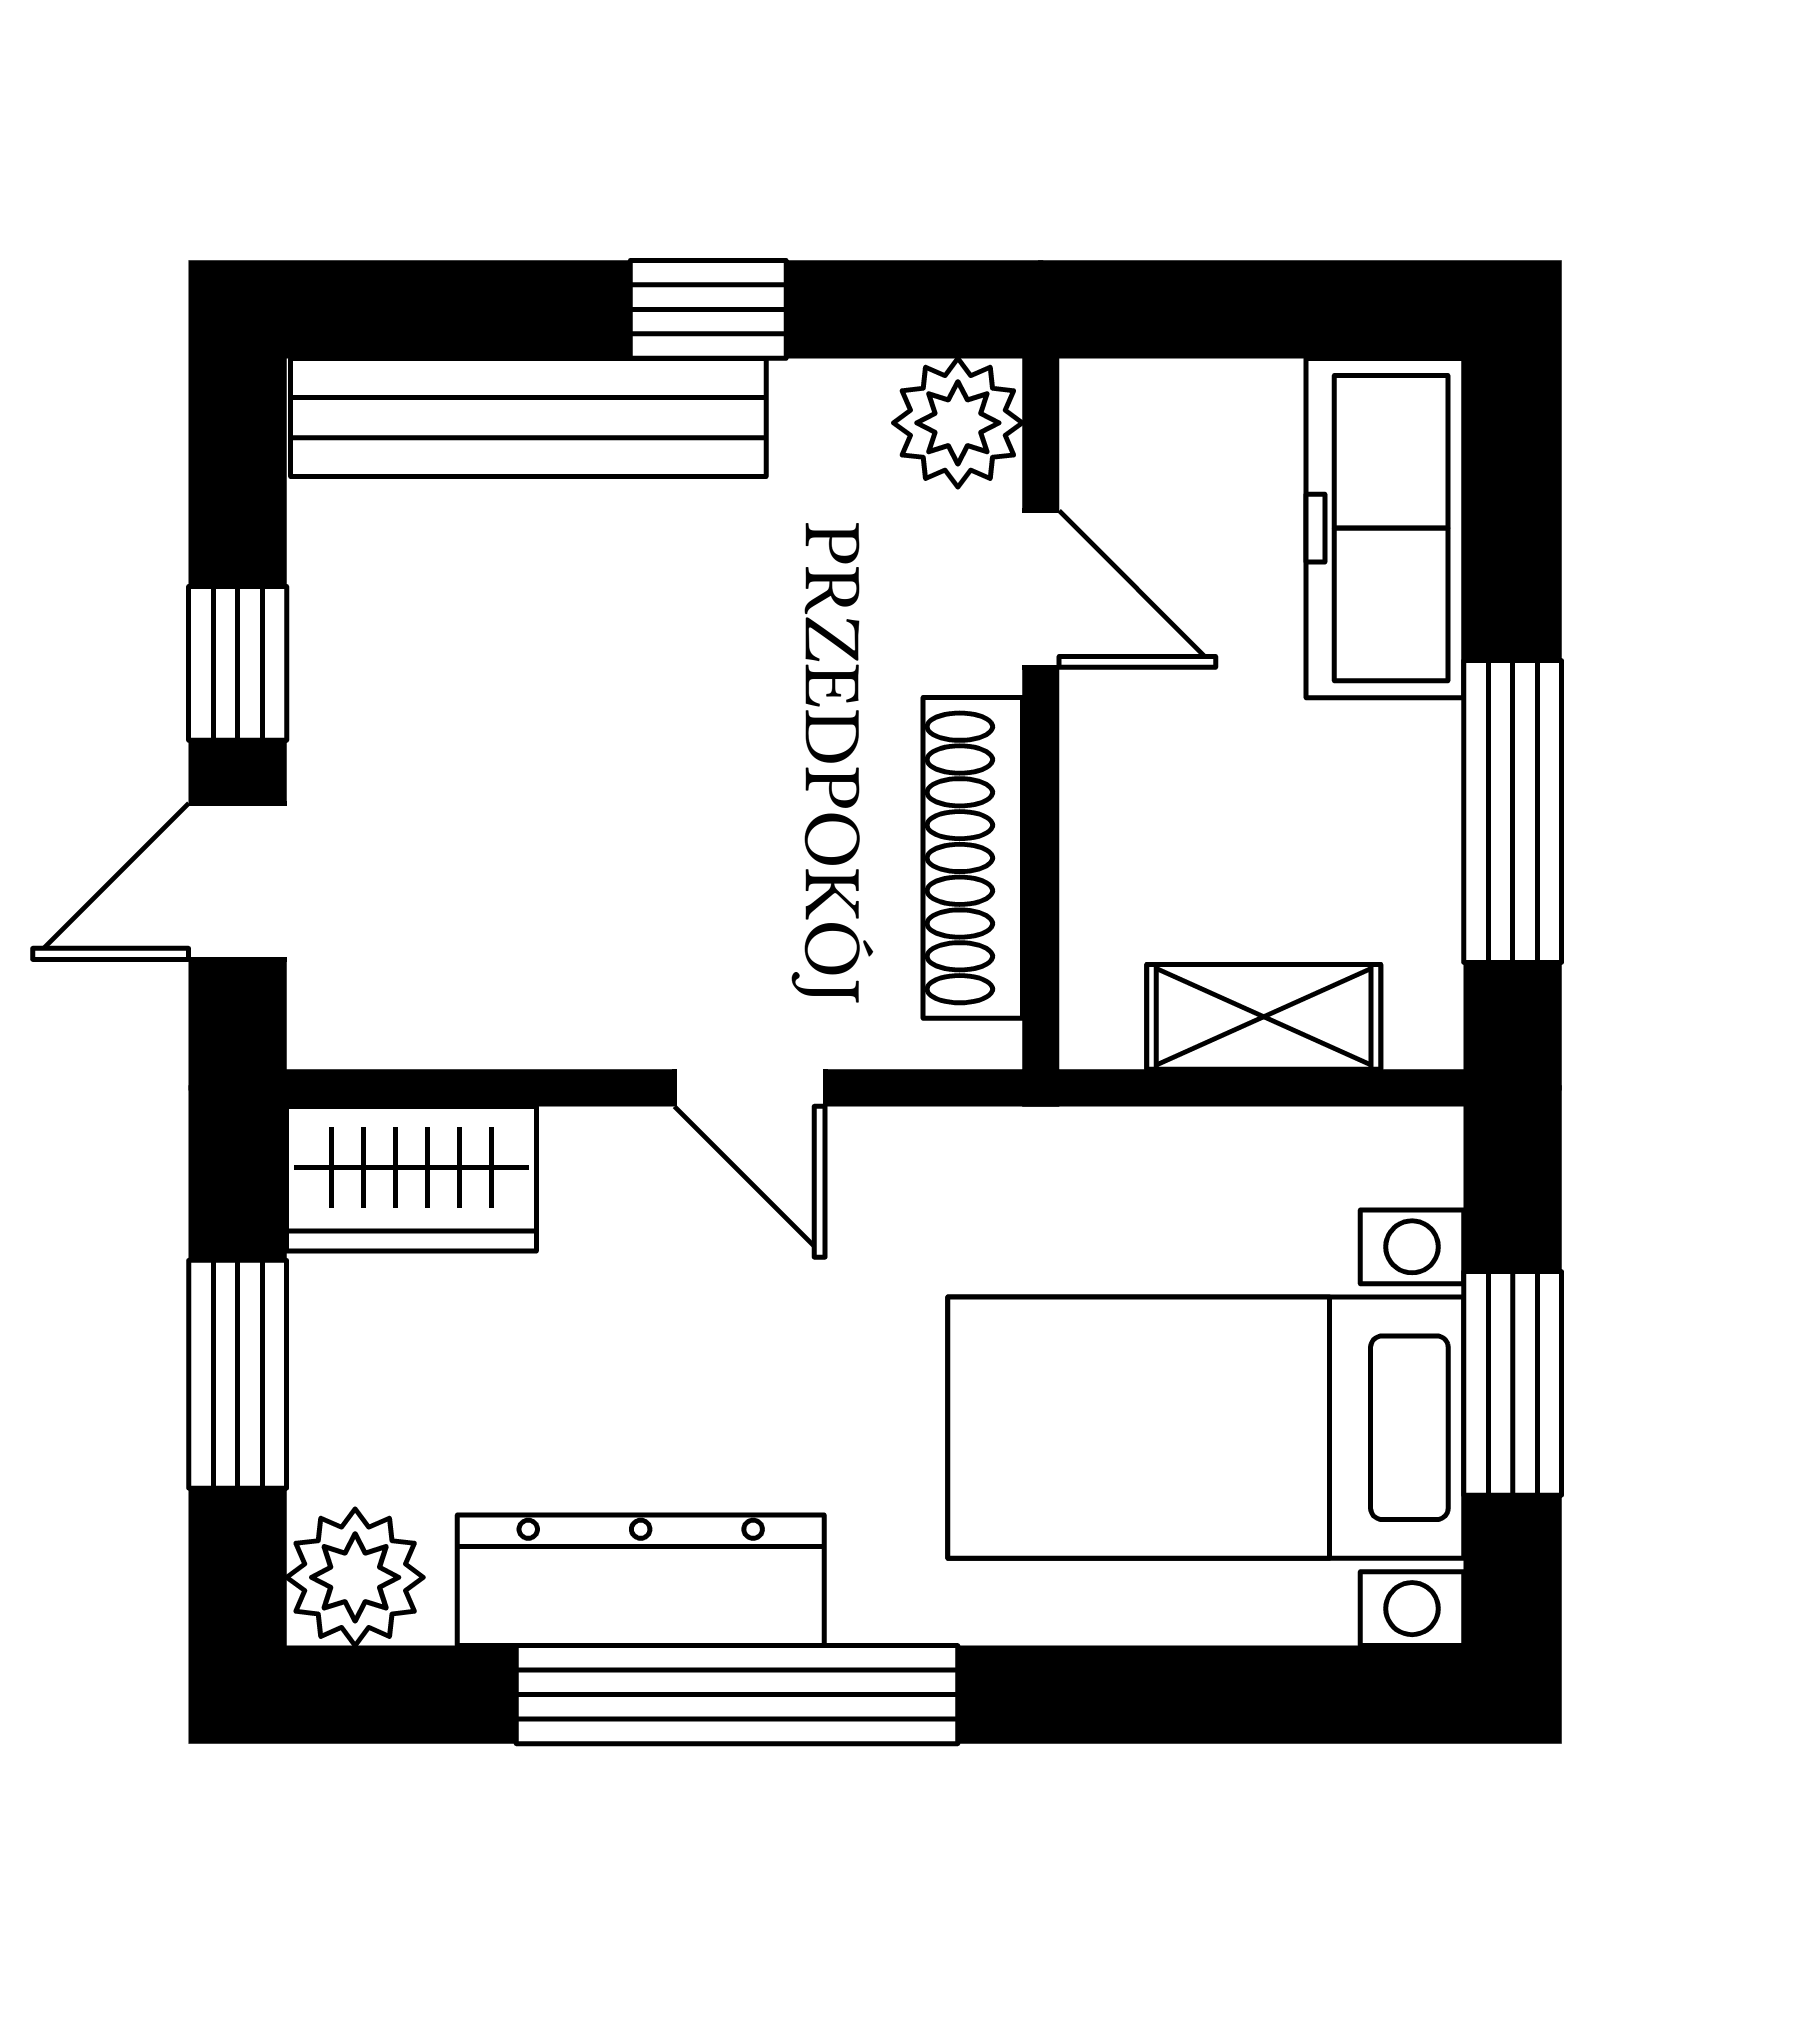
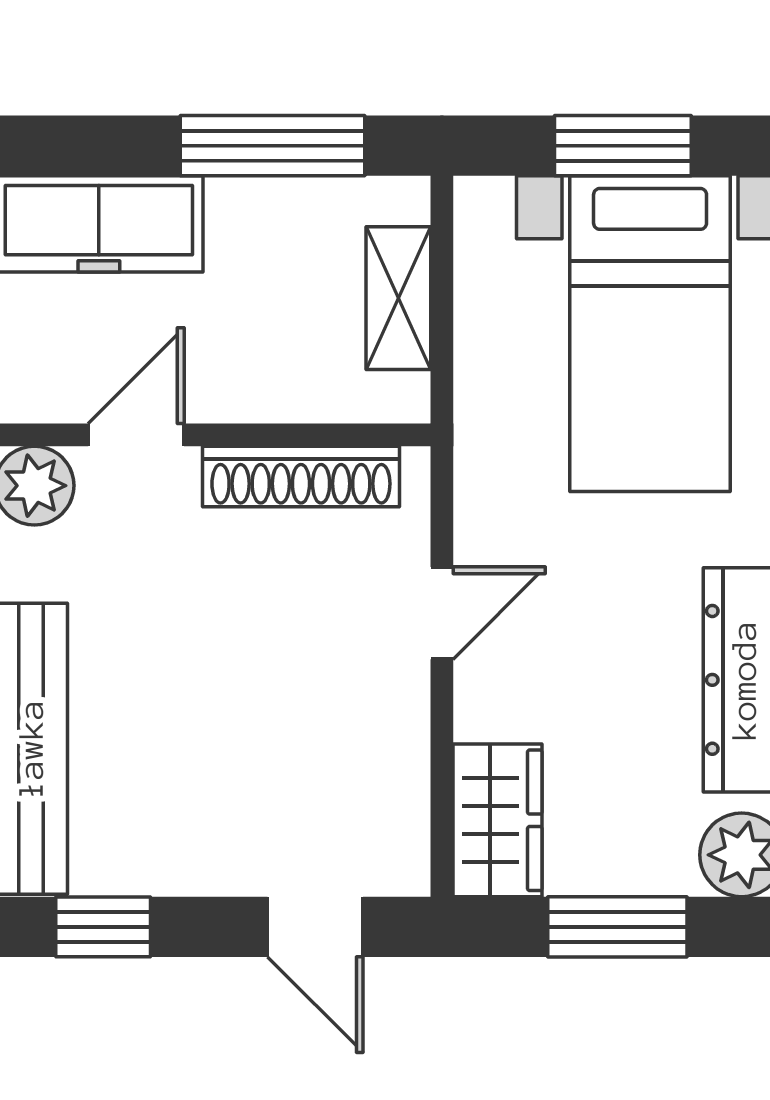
window: (238, 663) -> (103, 927), moved

